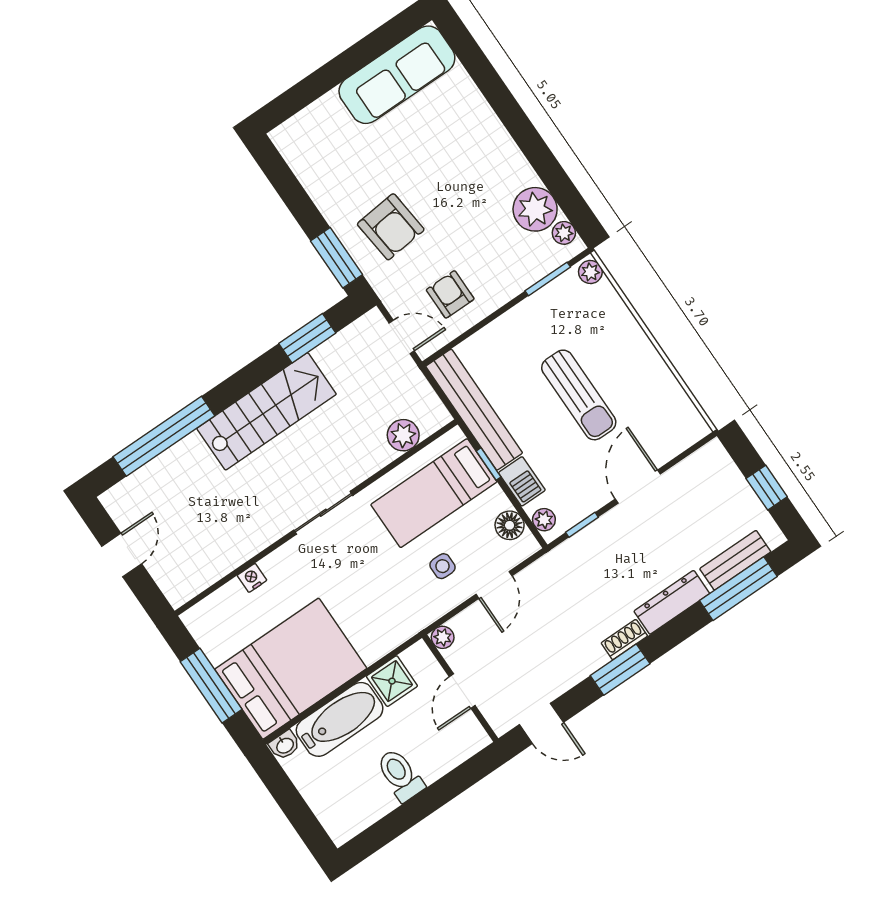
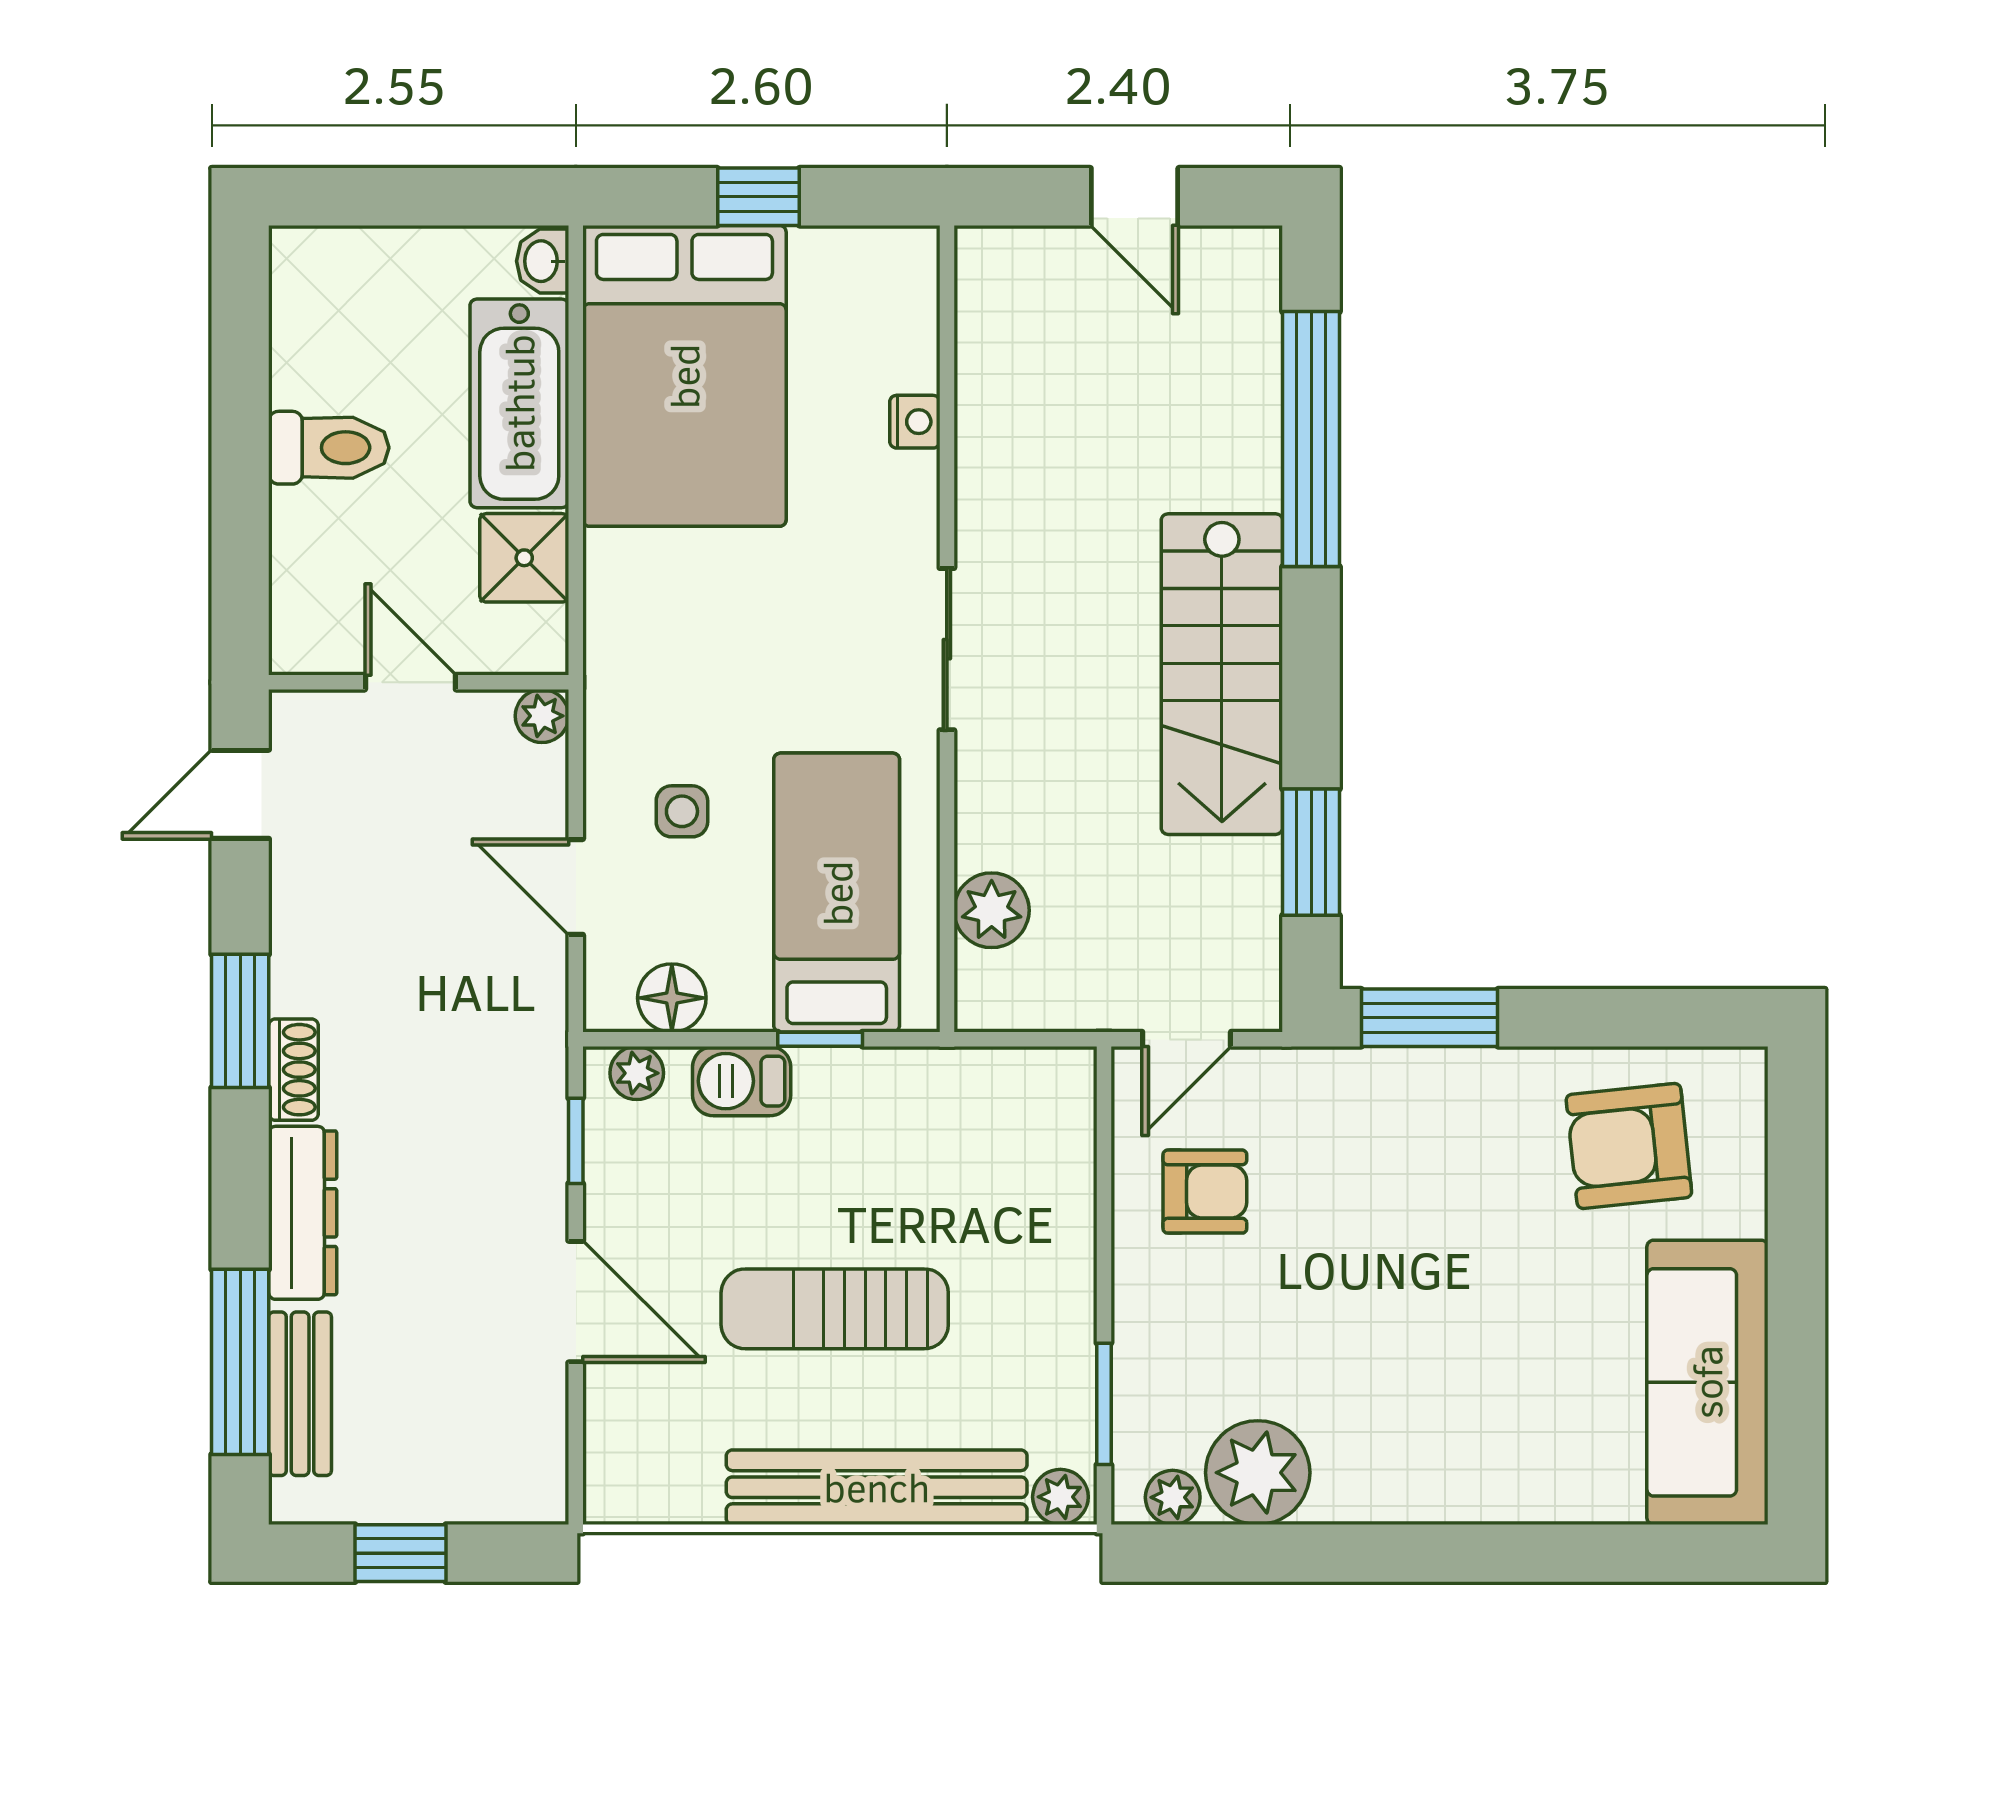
armchair: (391, 227) -> (1629, 1146), moved
bench: (474, 410) -> (877, 1487), moved
window: (211, 686) -> (758, 197), width x0.46

